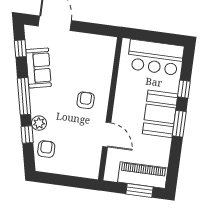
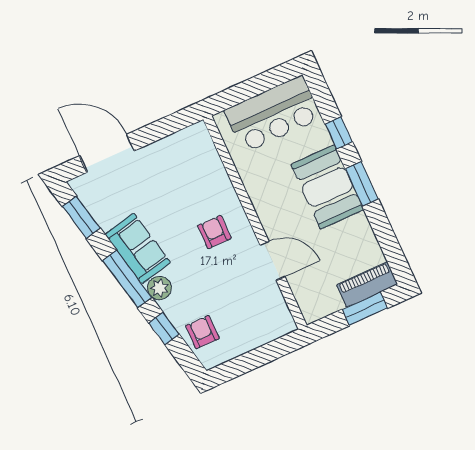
window: (20, 49) -> (81, 217), width x1.50
sofa: (39, 68) -> (138, 248), moved
plant: (39, 123) -> (159, 288), moved
piano: (143, 175) -> (367, 284), width x0.73, depth x0.75

